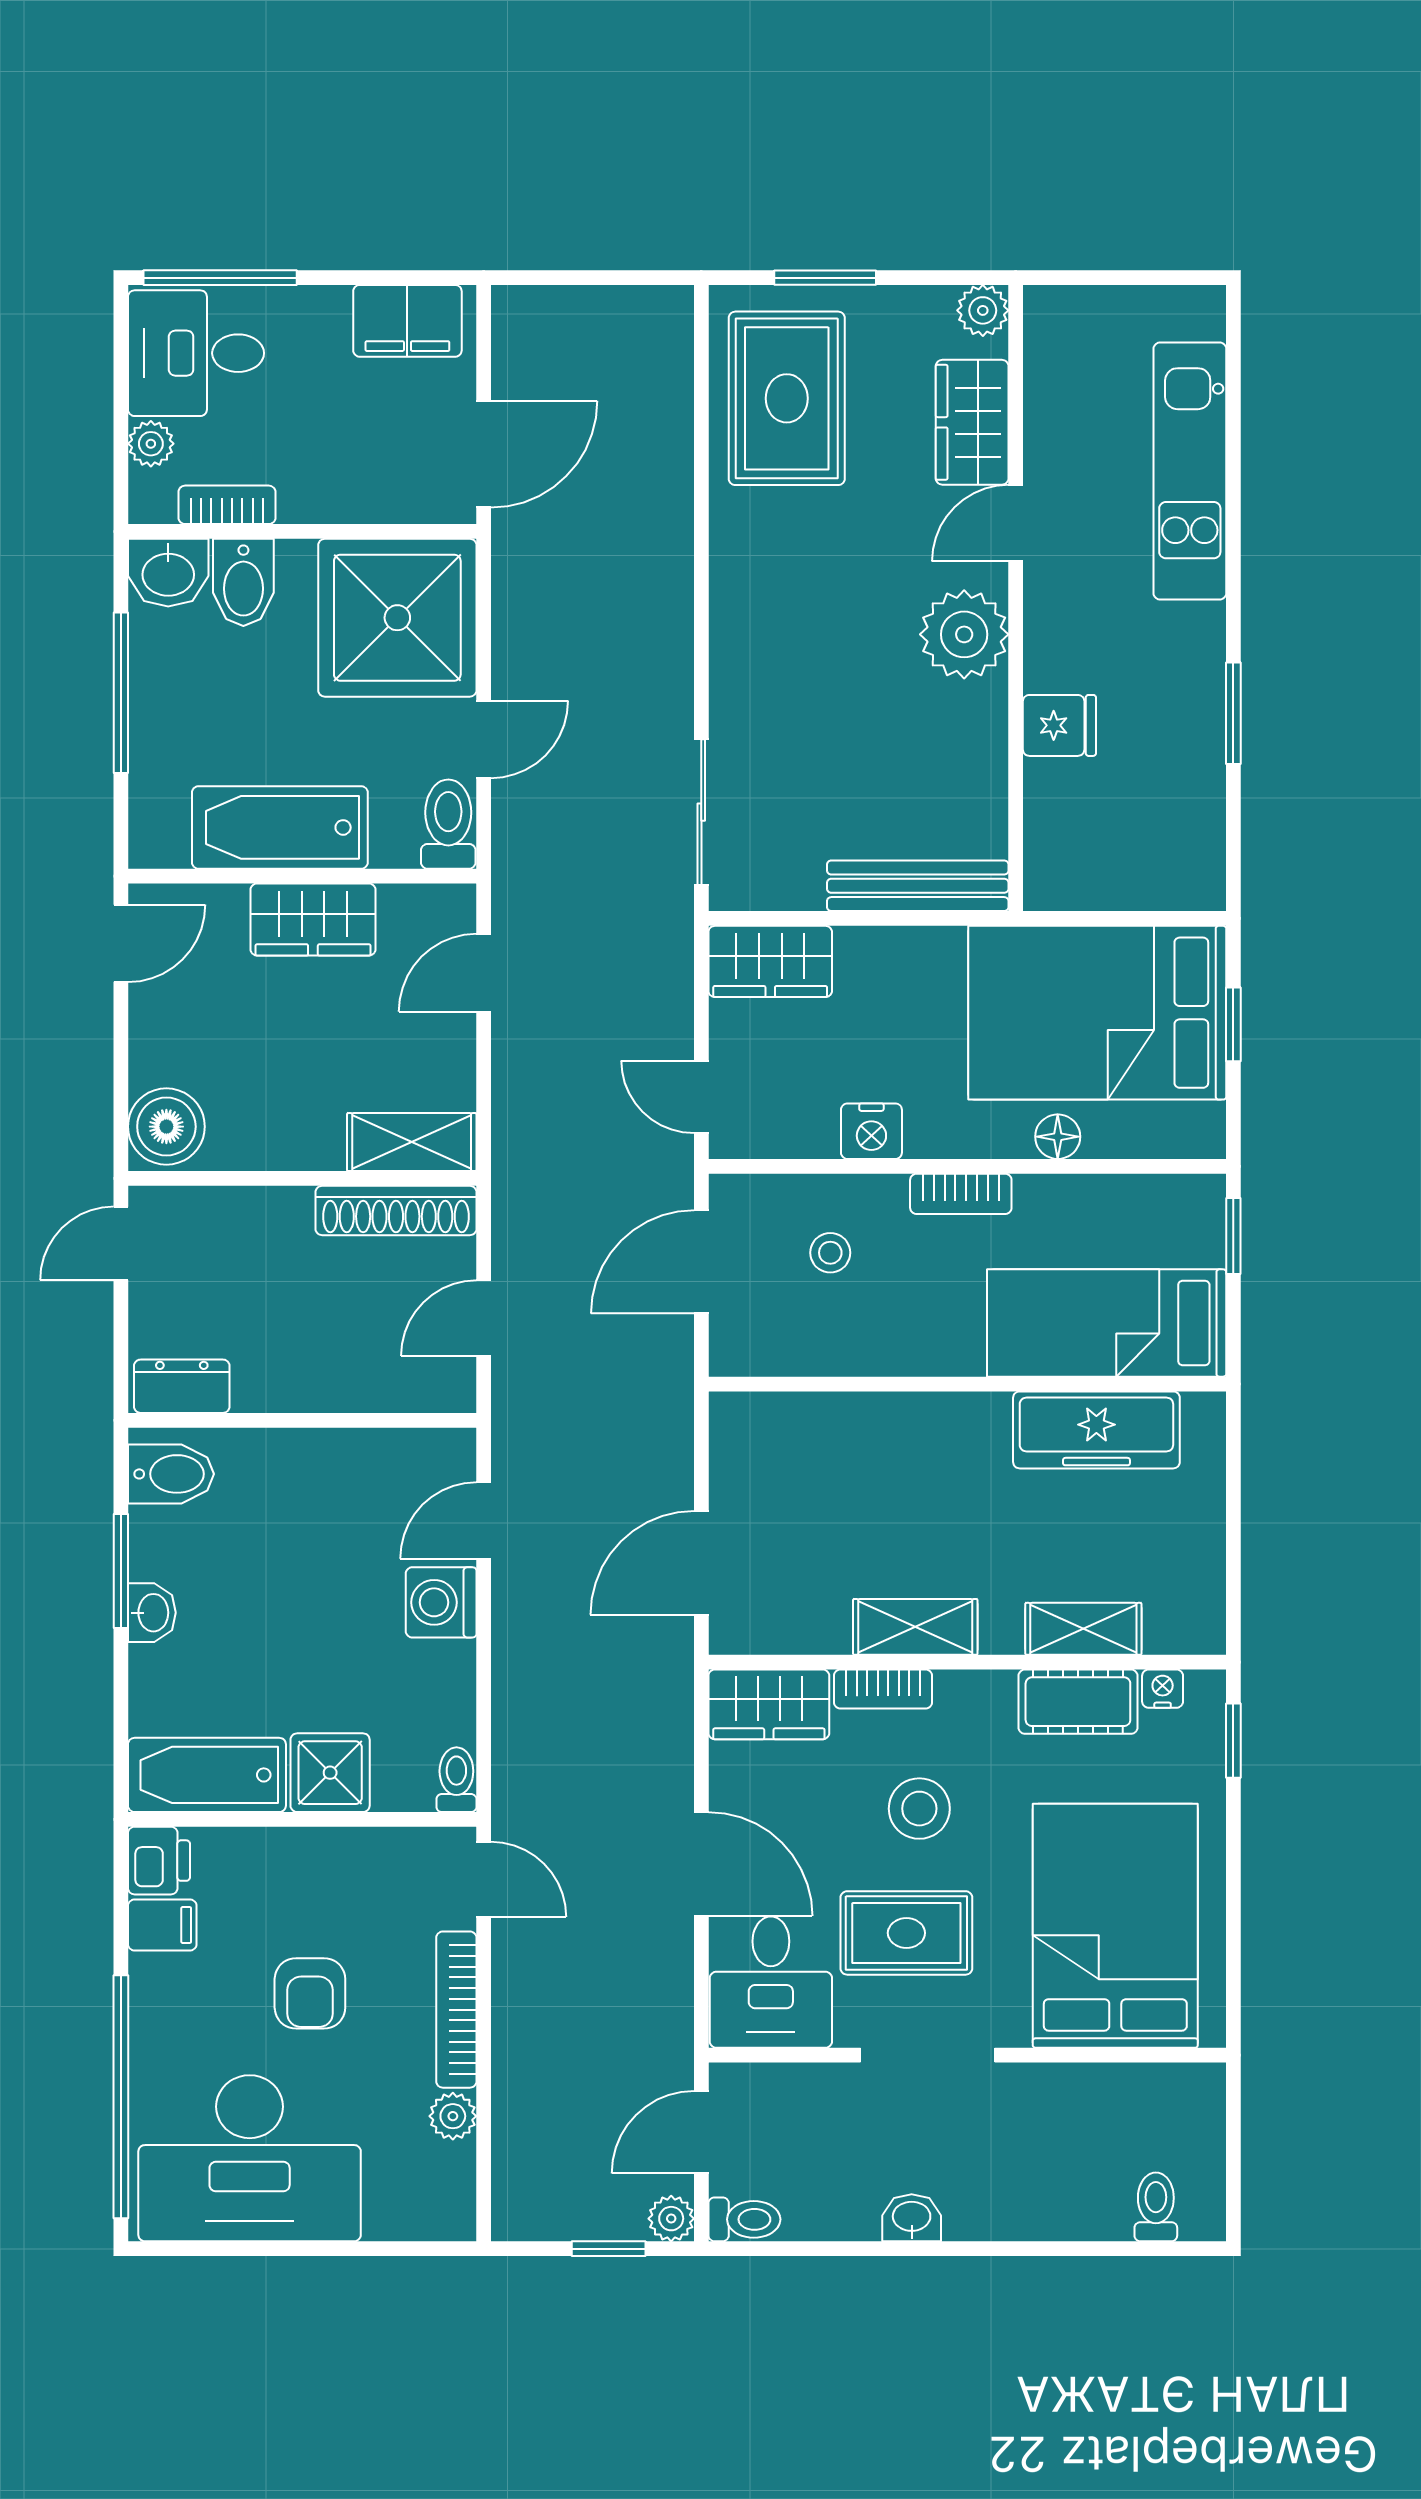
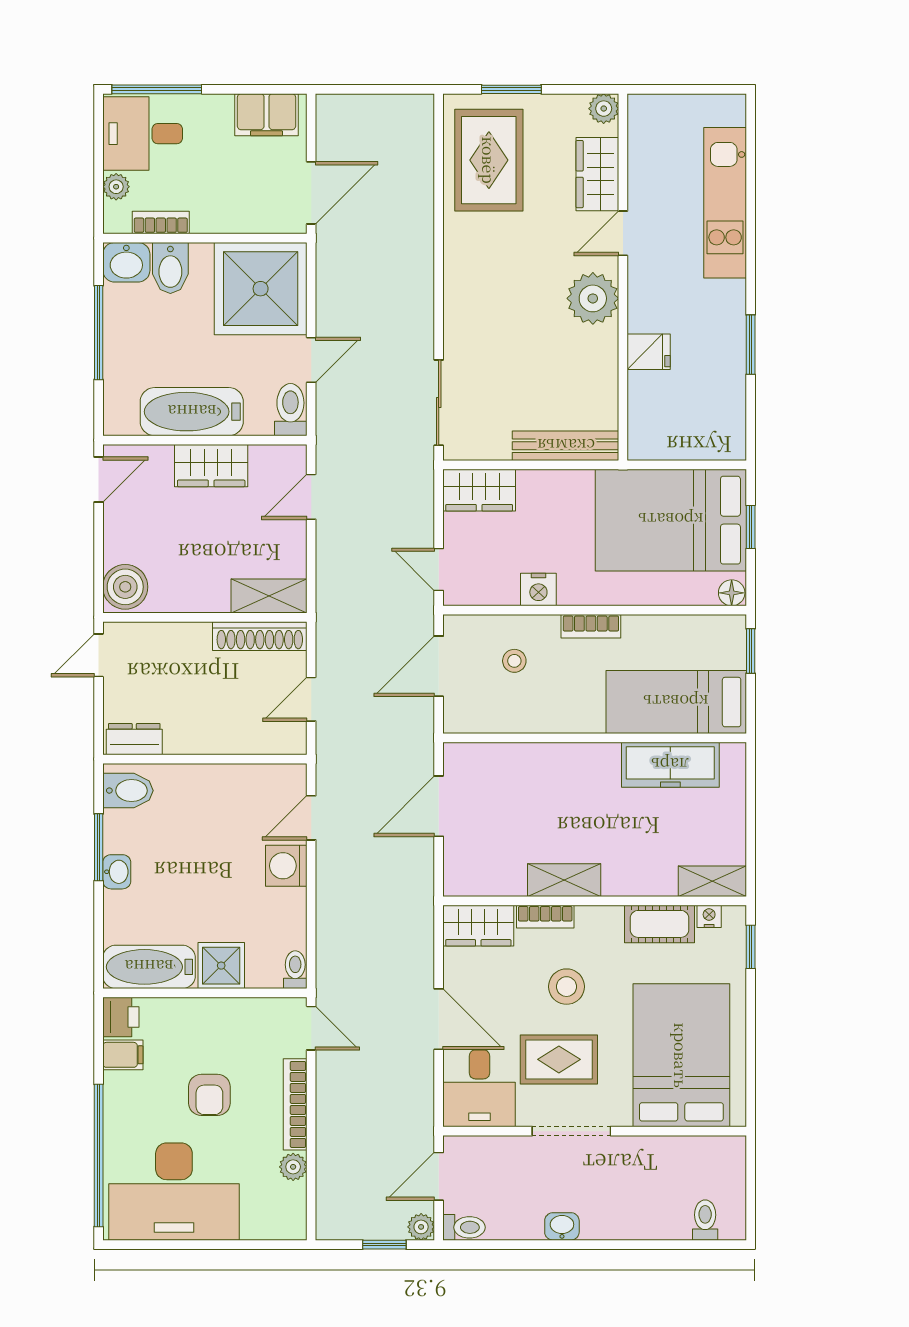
floor lamp: (1058, 1137) -> (732, 593), moved
door: (701, 1563) -> (439, 806), moved
shelving: (1083, 1629) -> (712, 881), moved

